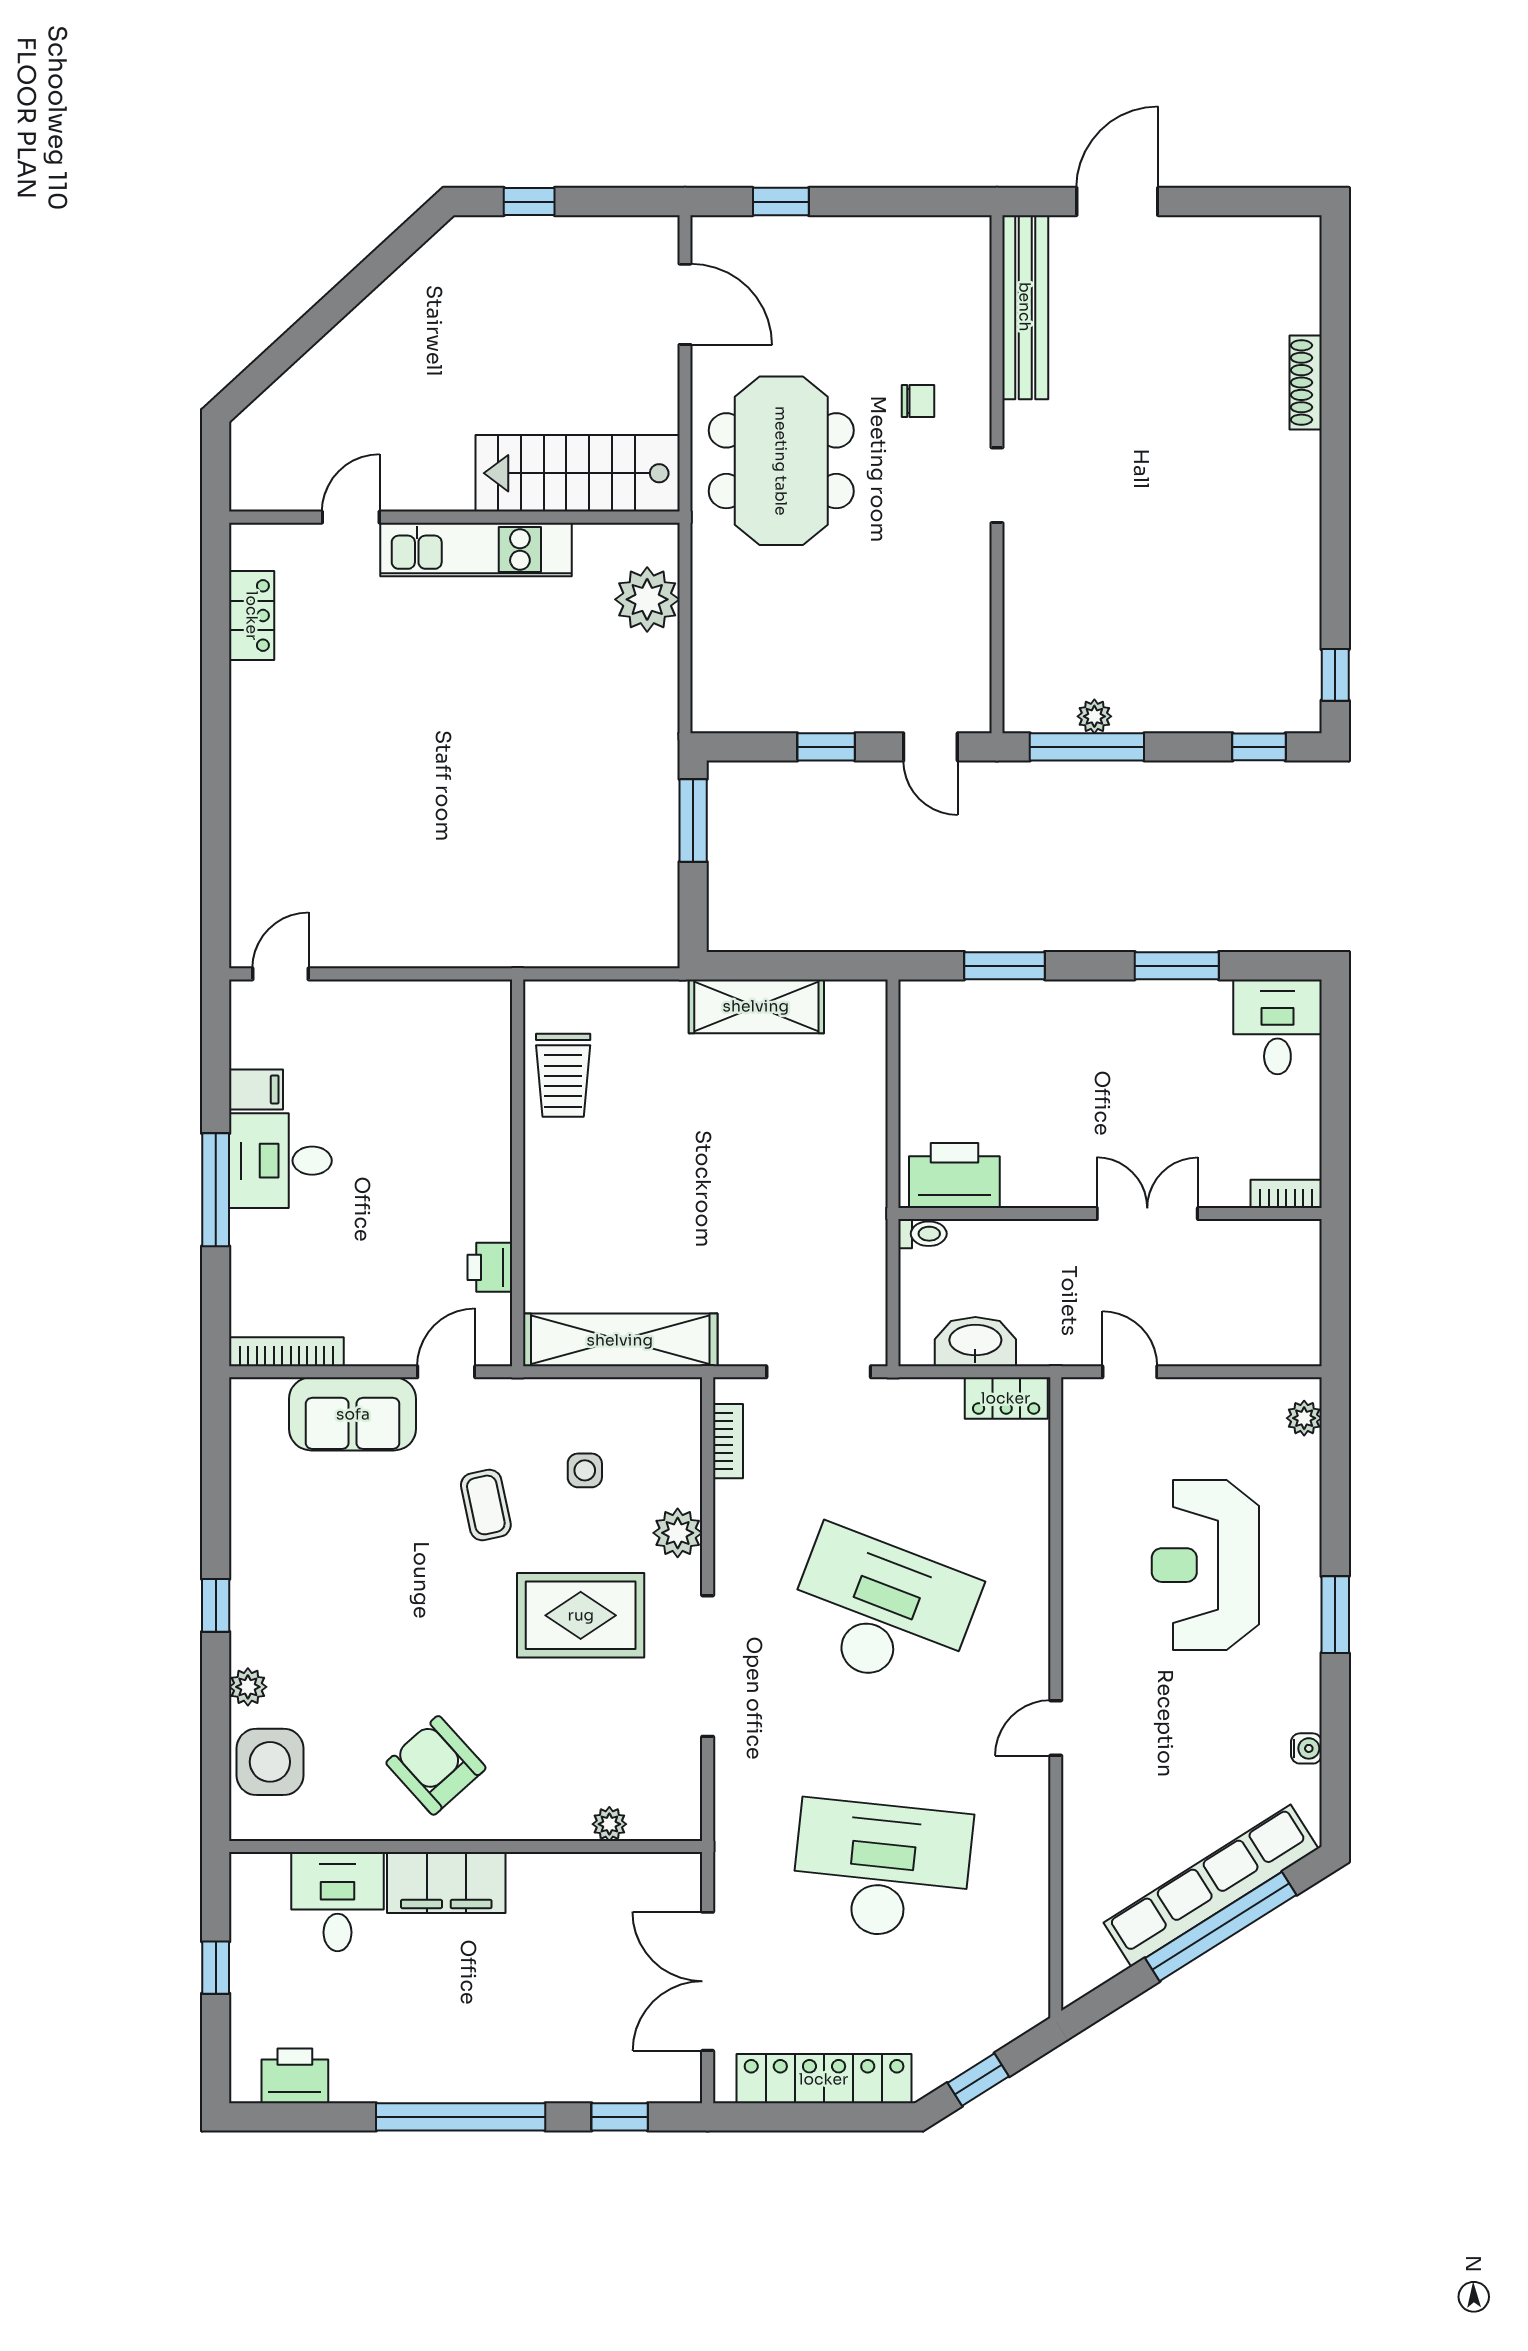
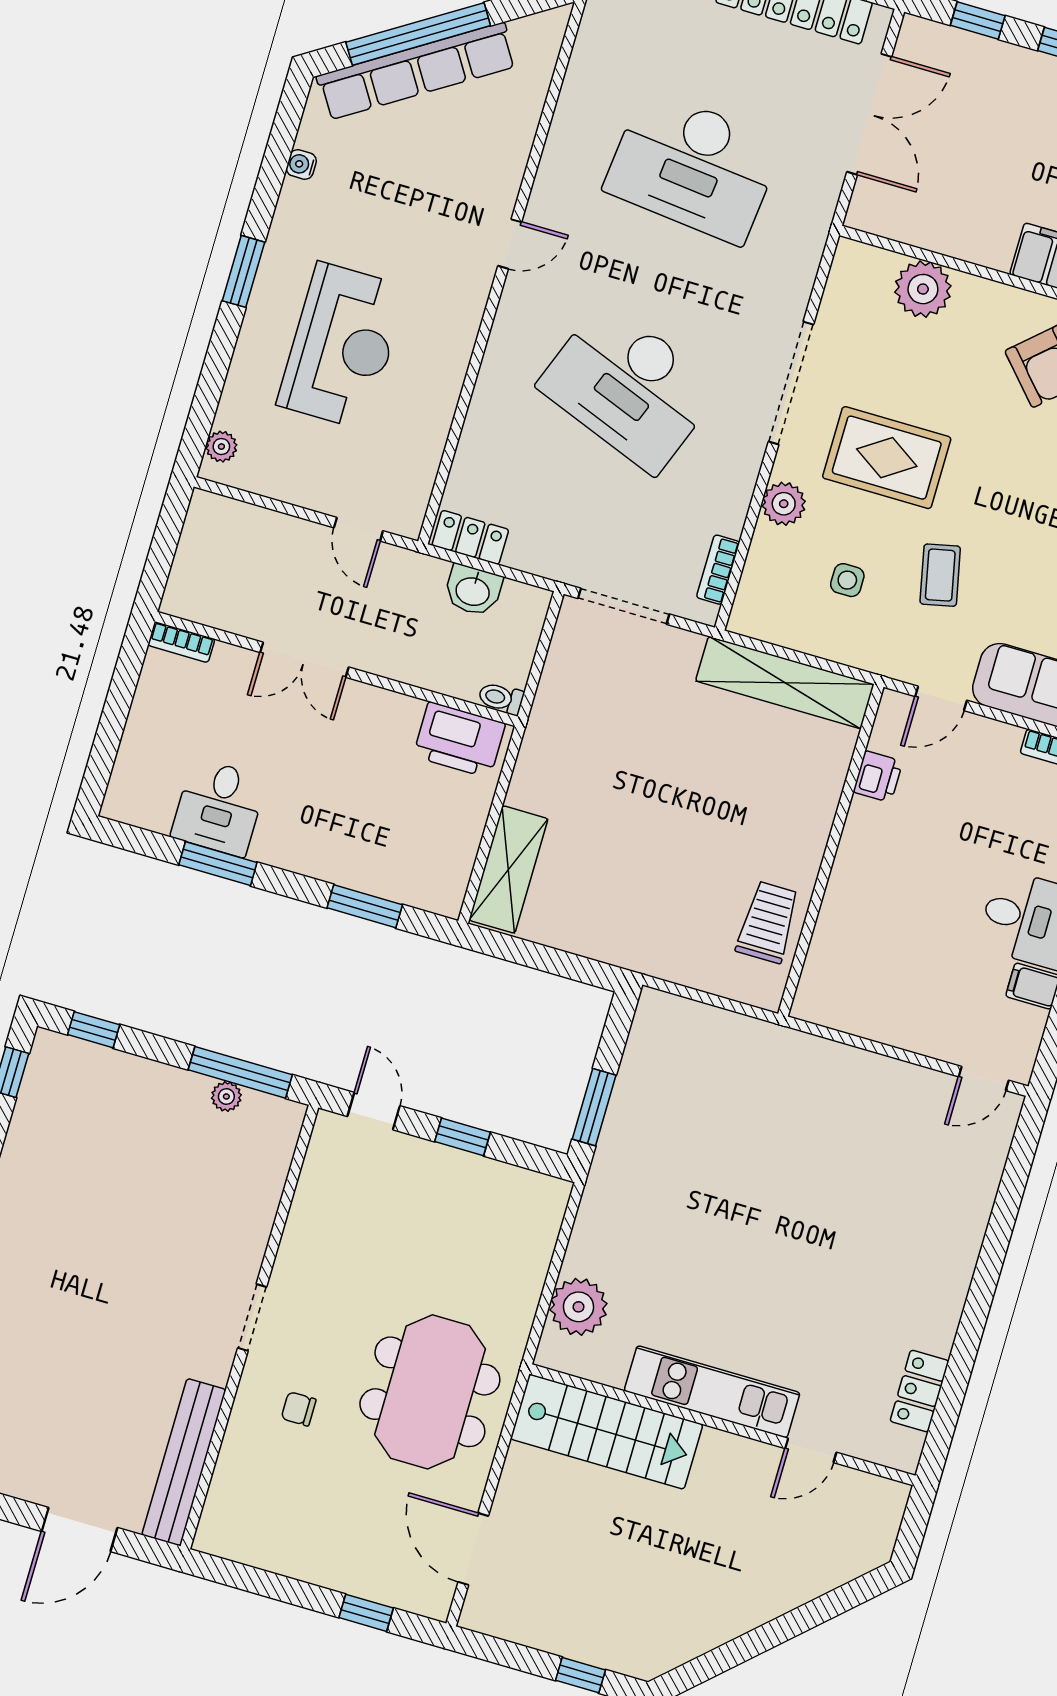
shelving: (756, 1006) -> (508, 869), moved, turned 90
desk: (1277, 1027) -> (219, 807), moved
washbasin: (975, 1342) -> (473, 590), width x0.72
plant: (609, 1824) -> (923, 289), width x1.87, depth x1.87

